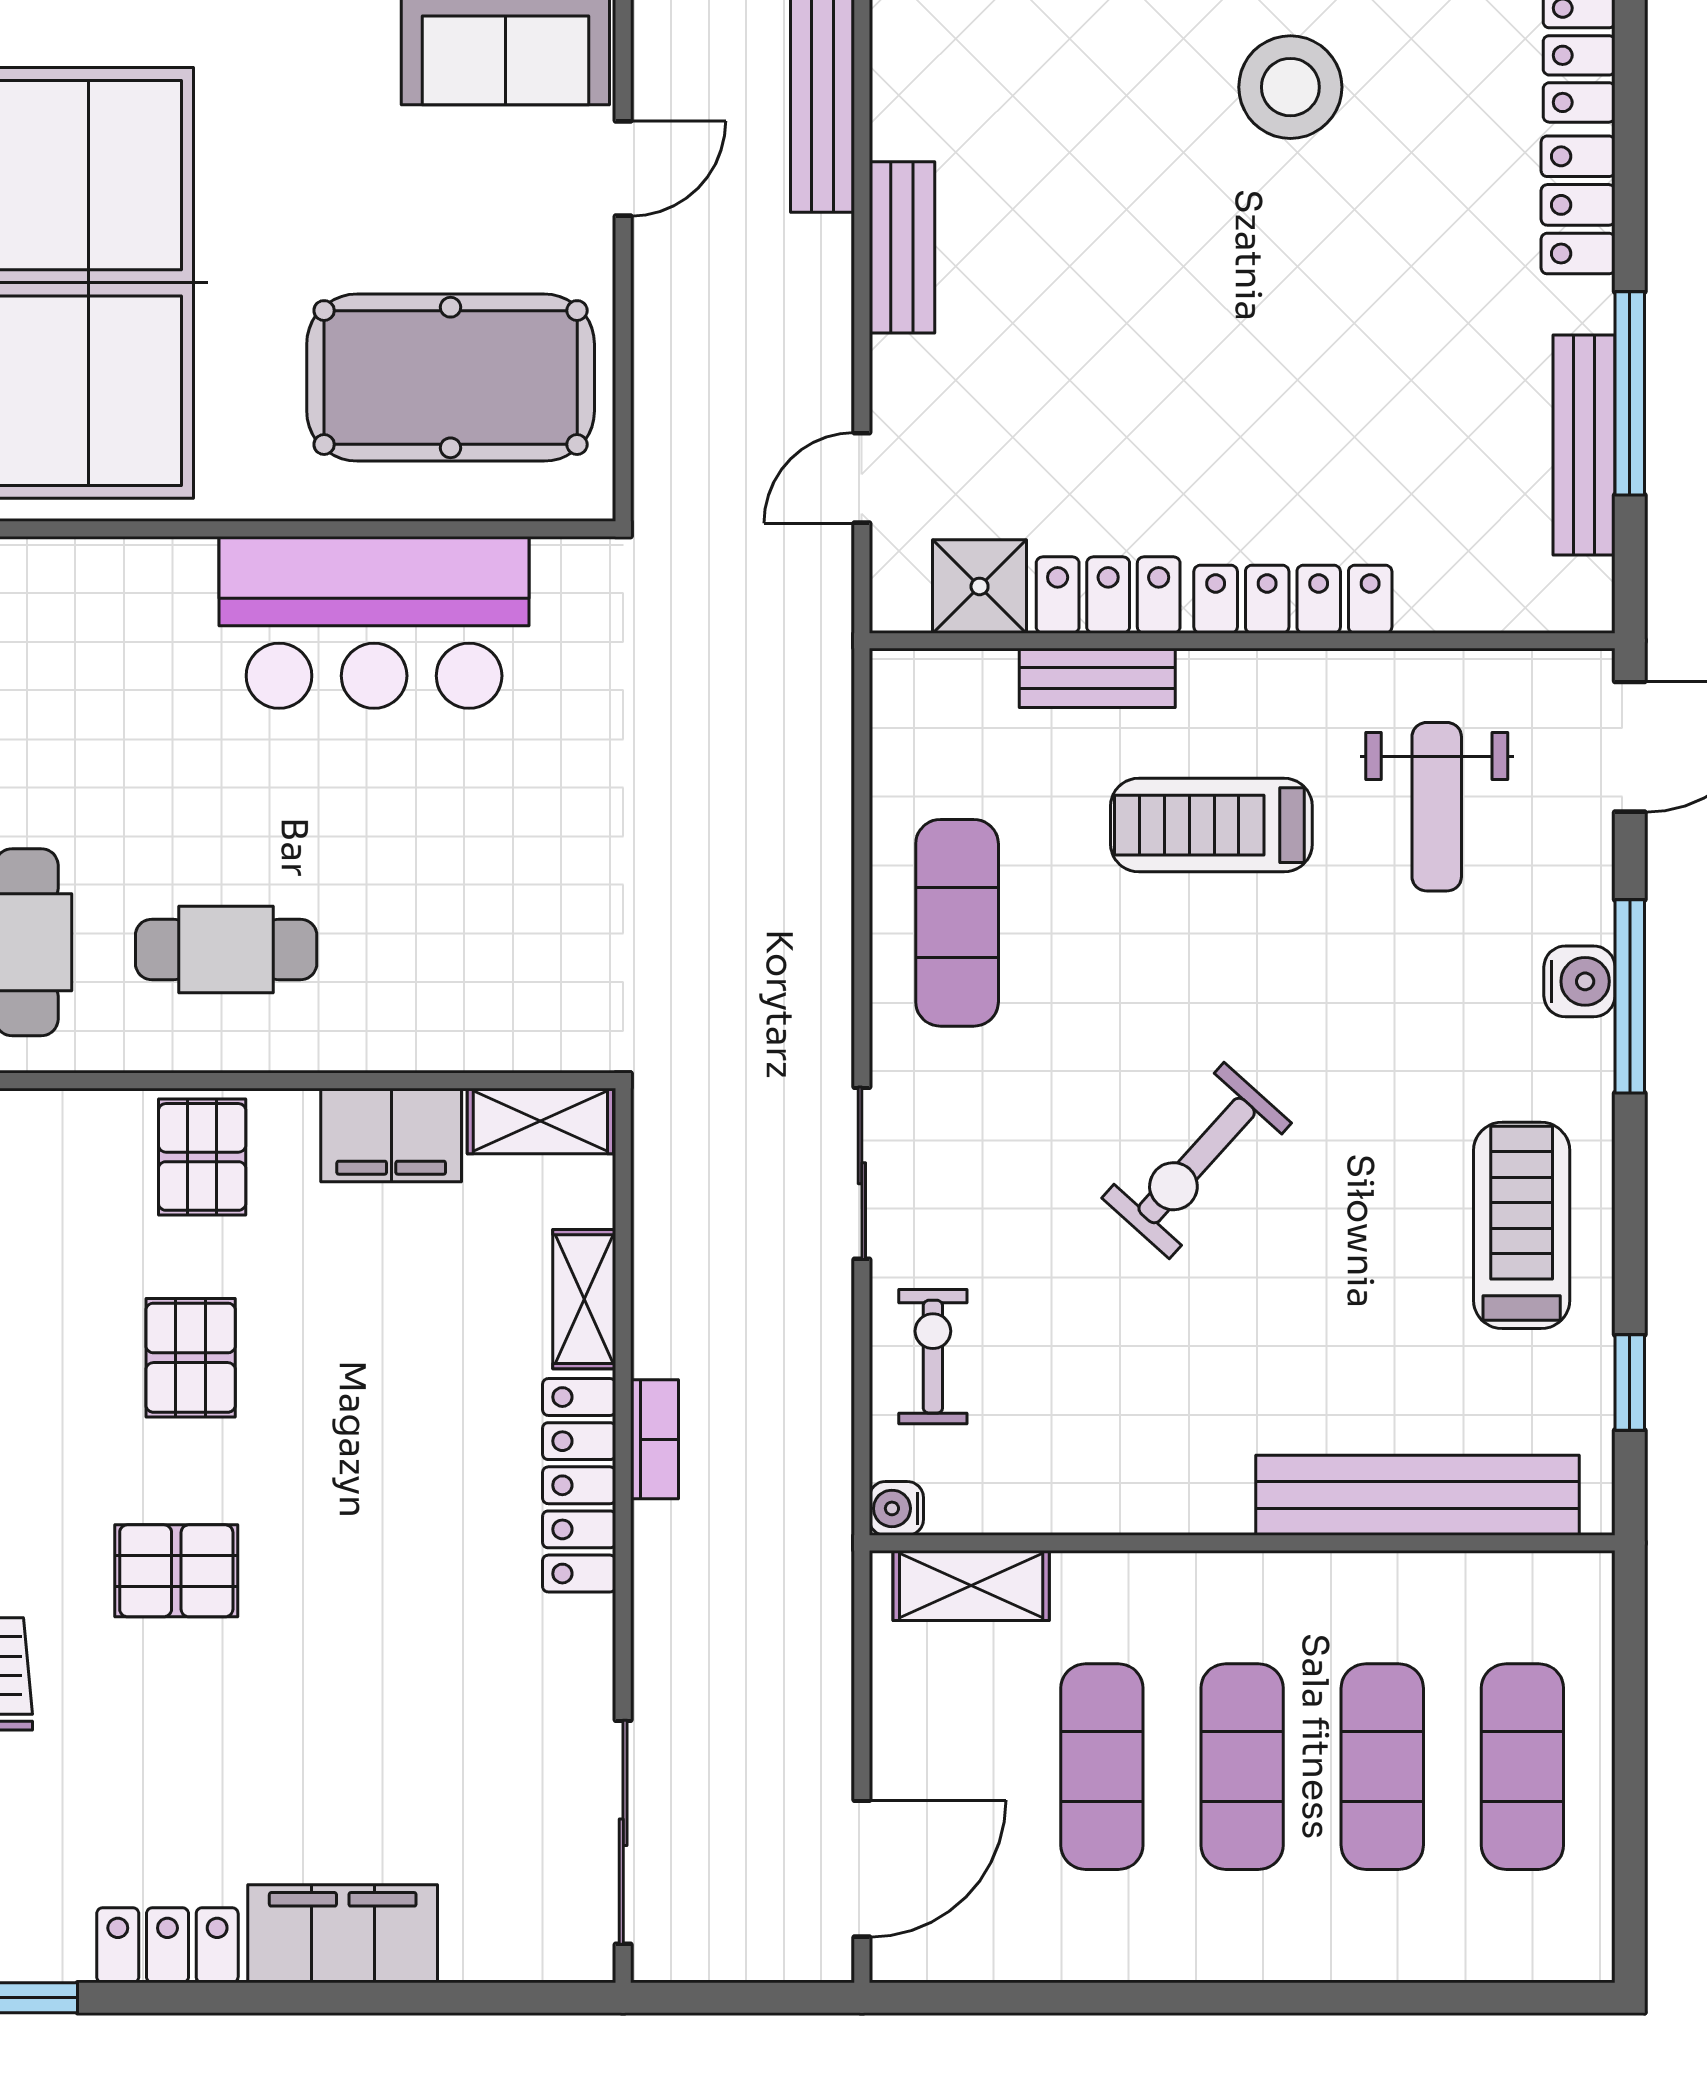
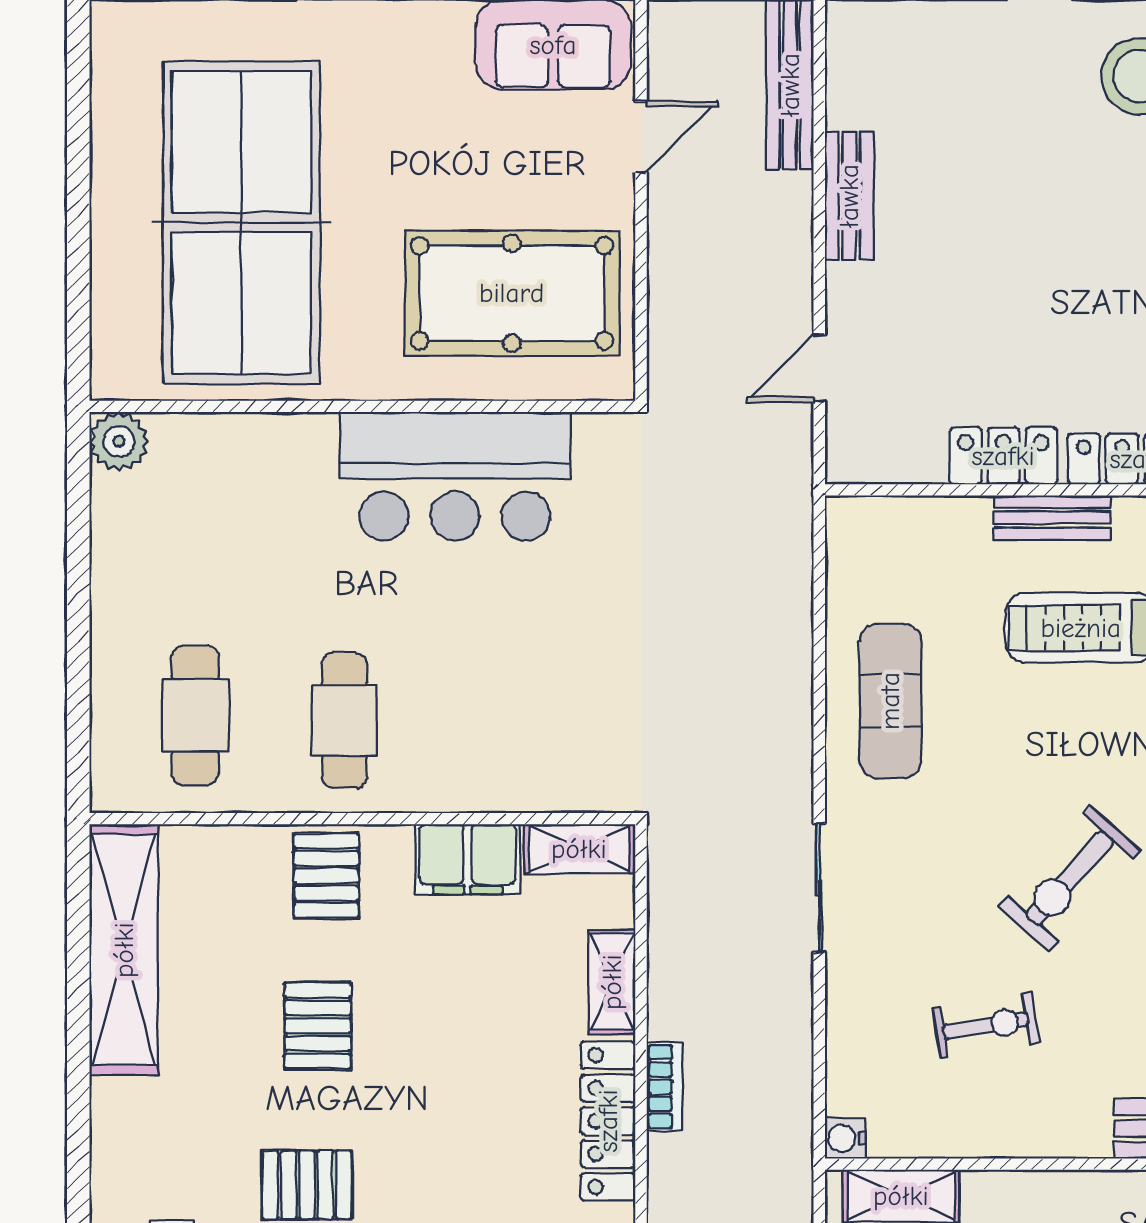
shower: (980, 586) -> (907, 449), removed
bench: (1097, 678) -> (1052, 518), moved
cafe table: (226, 949) -> (344, 721), turned 90
exercise bike: (933, 1357) -> (986, 1026), moved, turned 81

